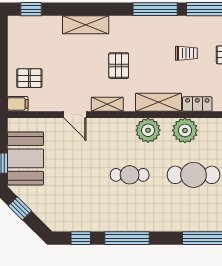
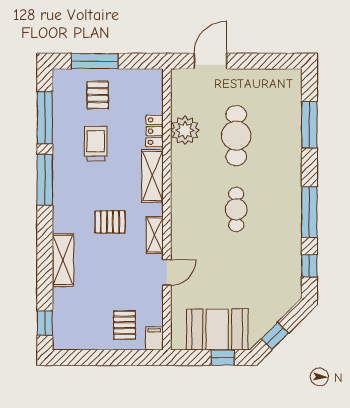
trolley: (186, 53) -> (96, 144), width x1.36, depth x1.39
plant: (148, 130) -> (185, 188), removed
plant: (185, 130) -> (185, 130), moved

